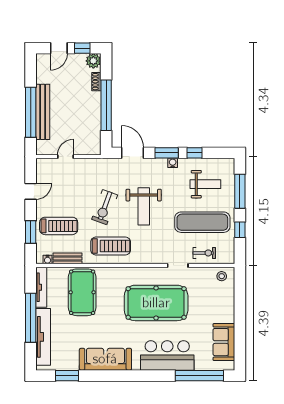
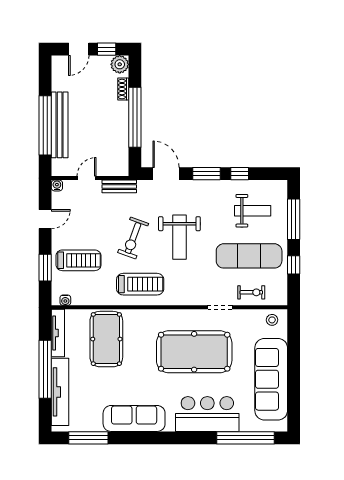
water cooler: (173, 163) -> (57, 185), moved
bench: (67, 258) -> (119, 186), moved
sofa: (224, 342) -> (271, 379), width x1.85, depth x1.27
window: (67, 376) -> (88, 438), width x1.44

